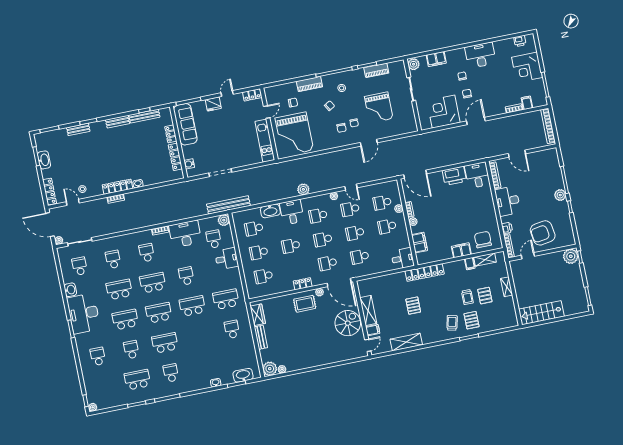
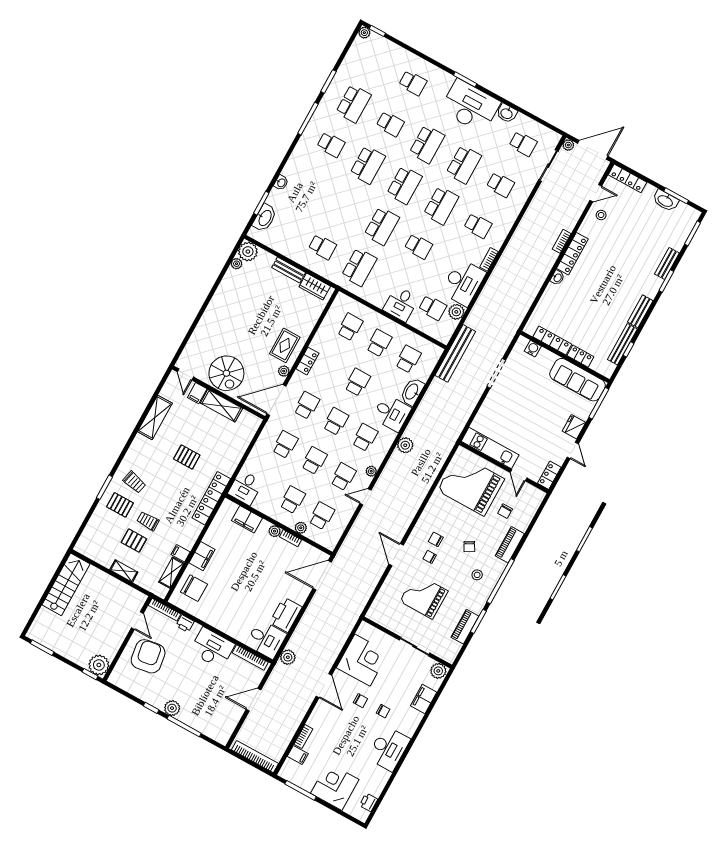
plant: (477, 155) -> (288, 657), added
plant: (224, 220) -> (456, 312), moved

